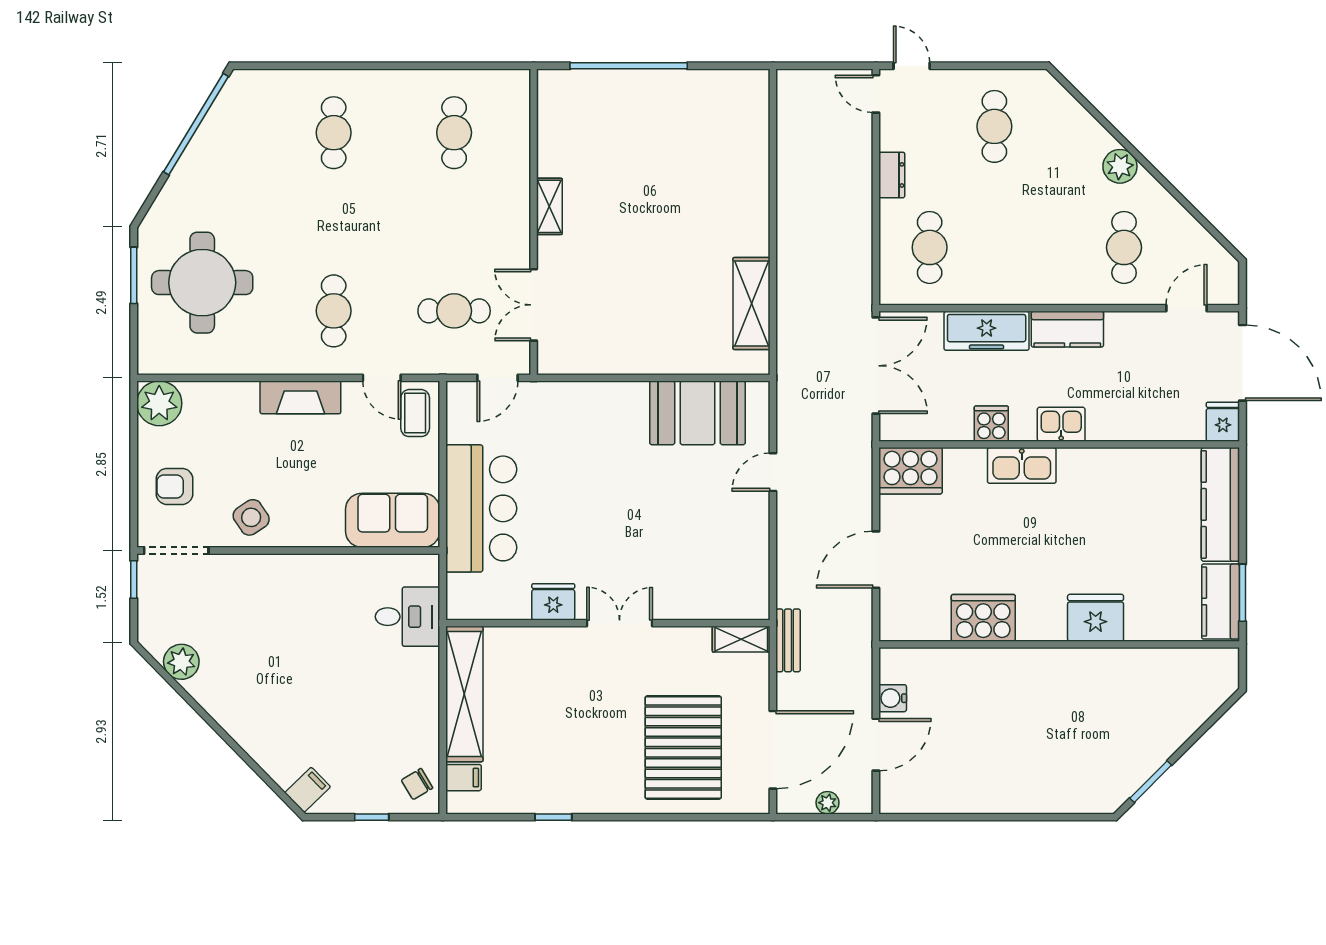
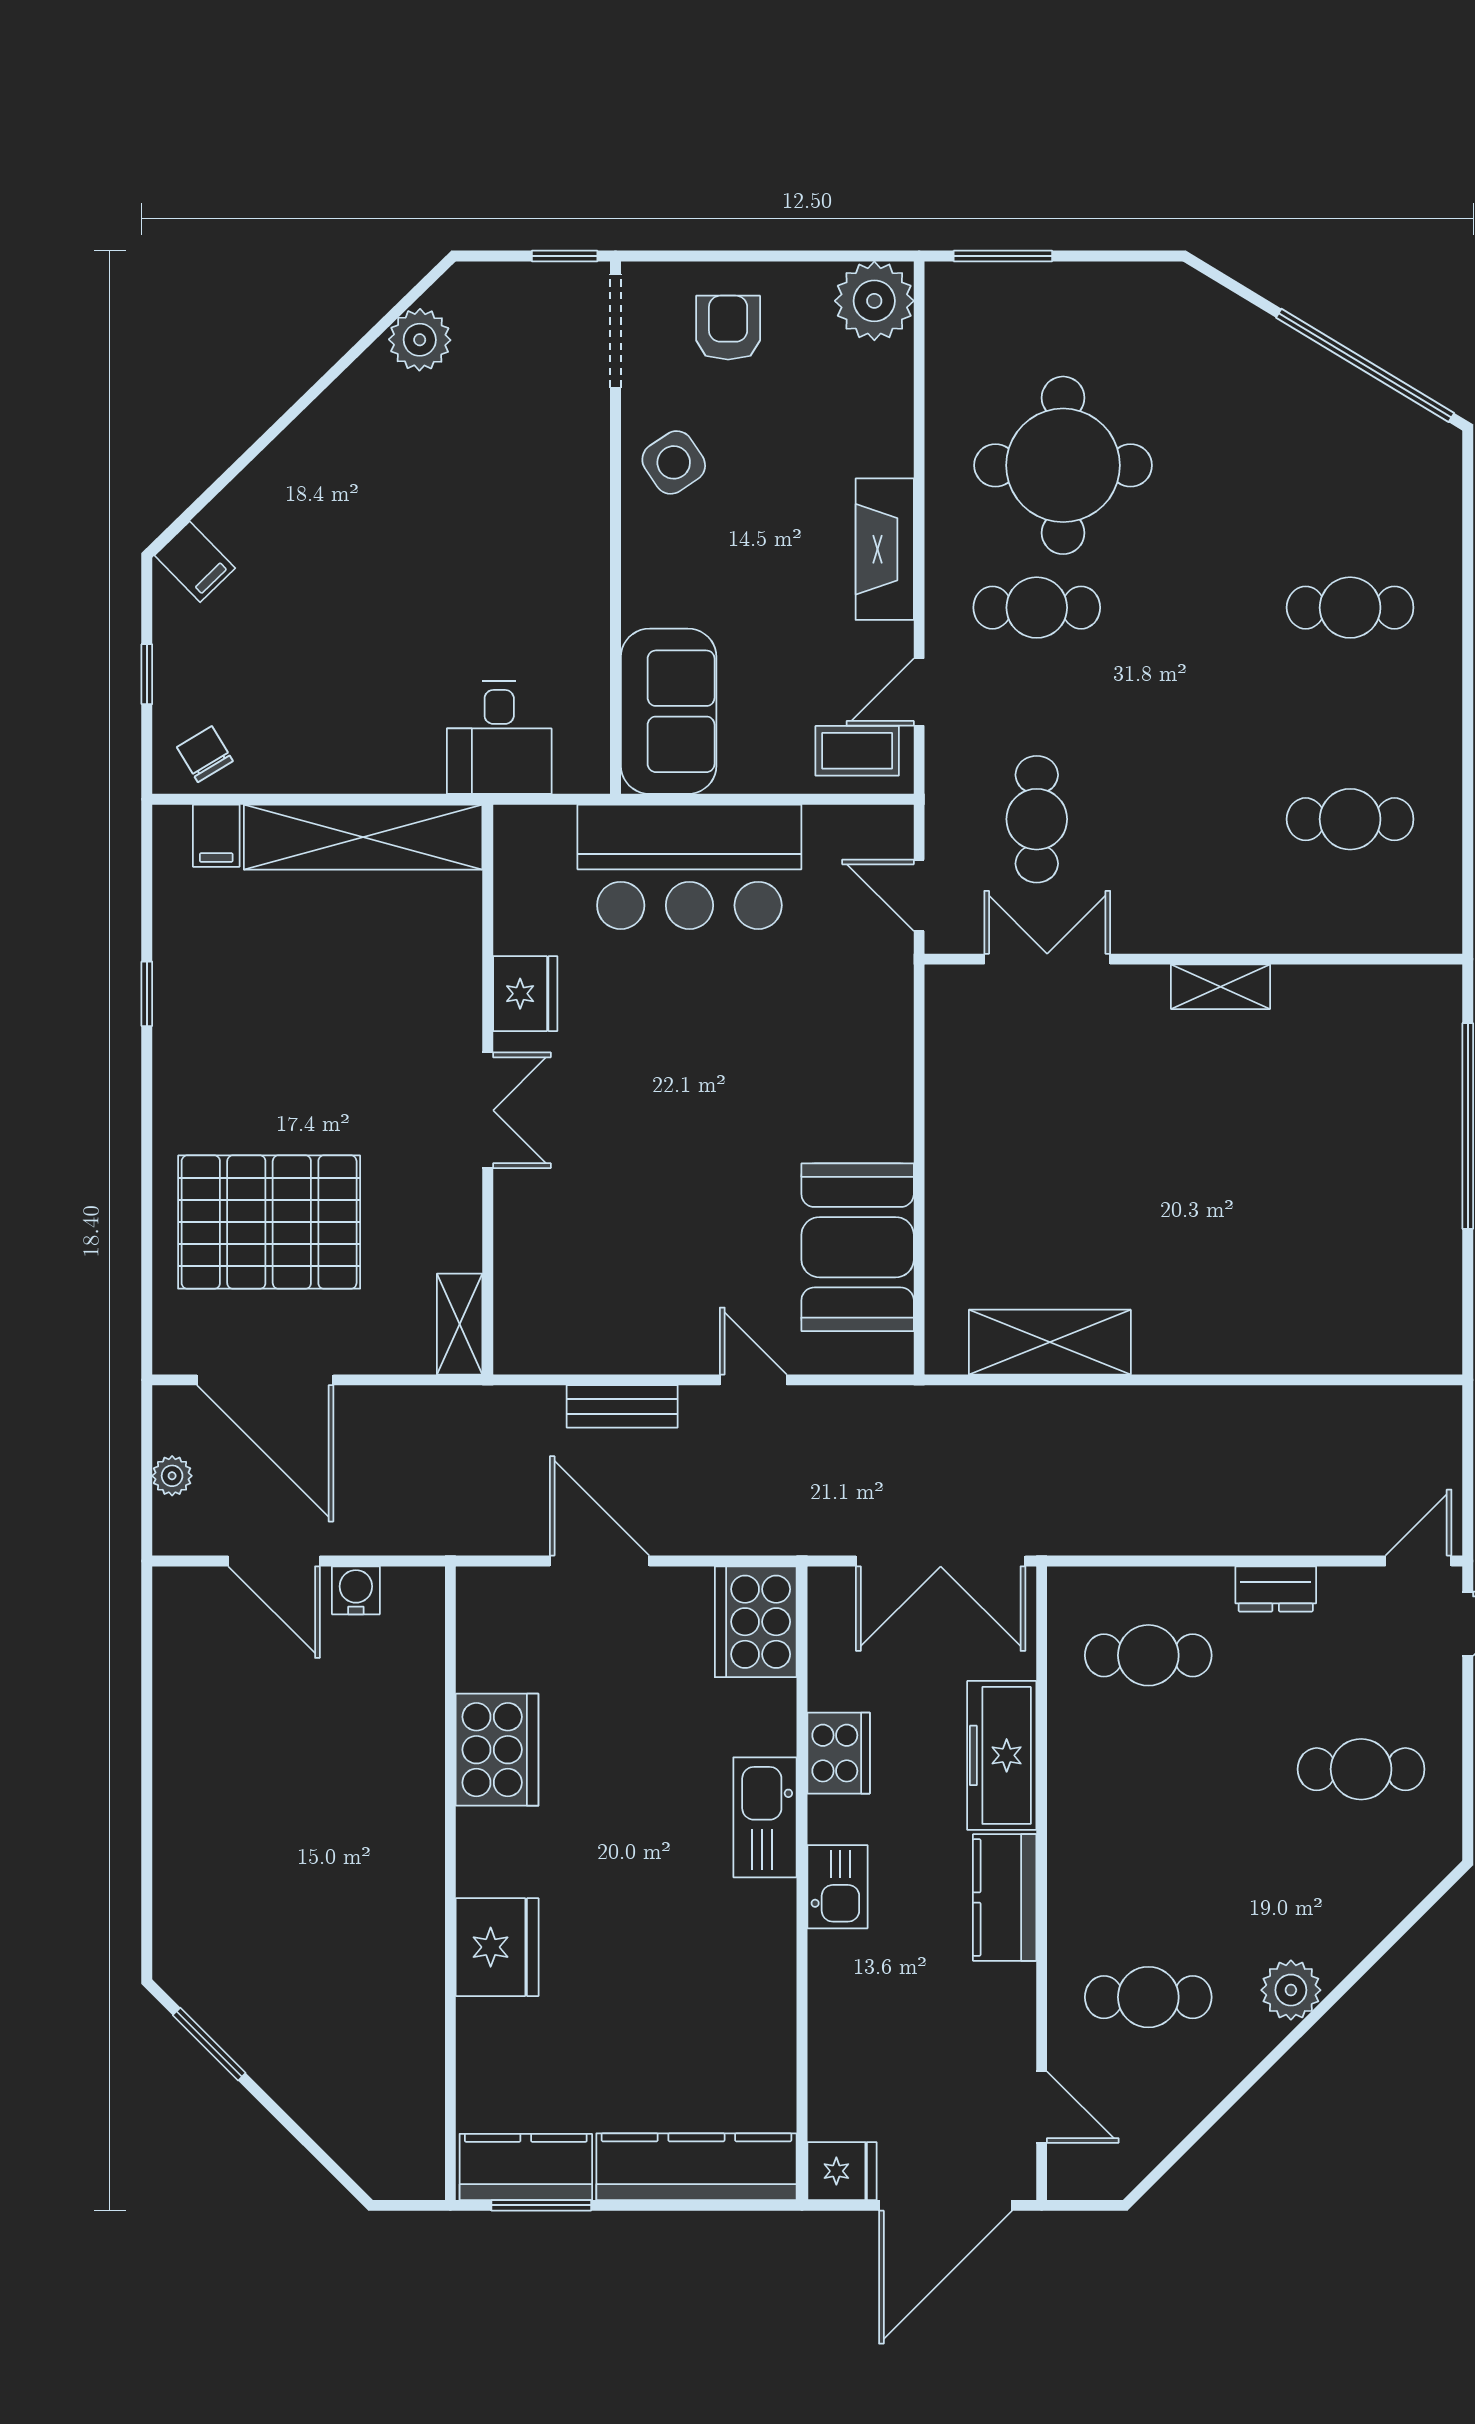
window: (134, 275) -> (1003, 256), moved
round table: (202, 283) -> (1063, 465), moved
cooker: (991, 424) -> (839, 1753), width x1.36
bench: (788, 640) -> (622, 1406), moved

